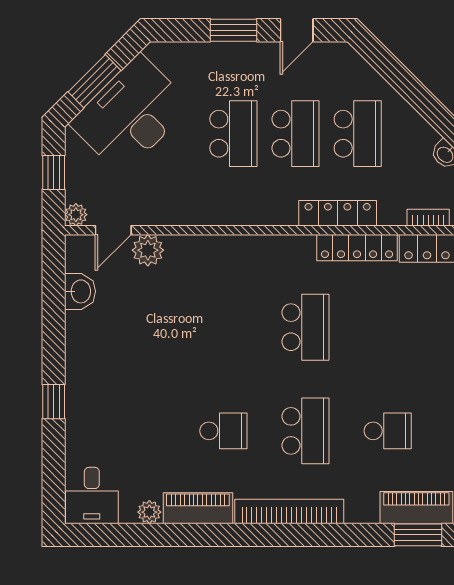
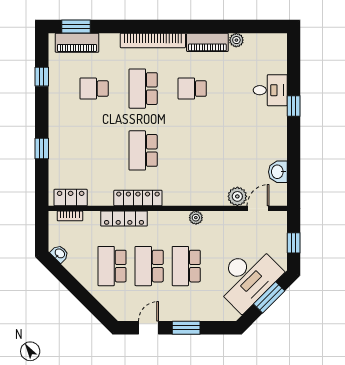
plant: (76, 215) -> (196, 218), moved
locker: (357, 248) -> (138, 198), moved
desk: (92, 496) -> (270, 90), moved, turned 90

